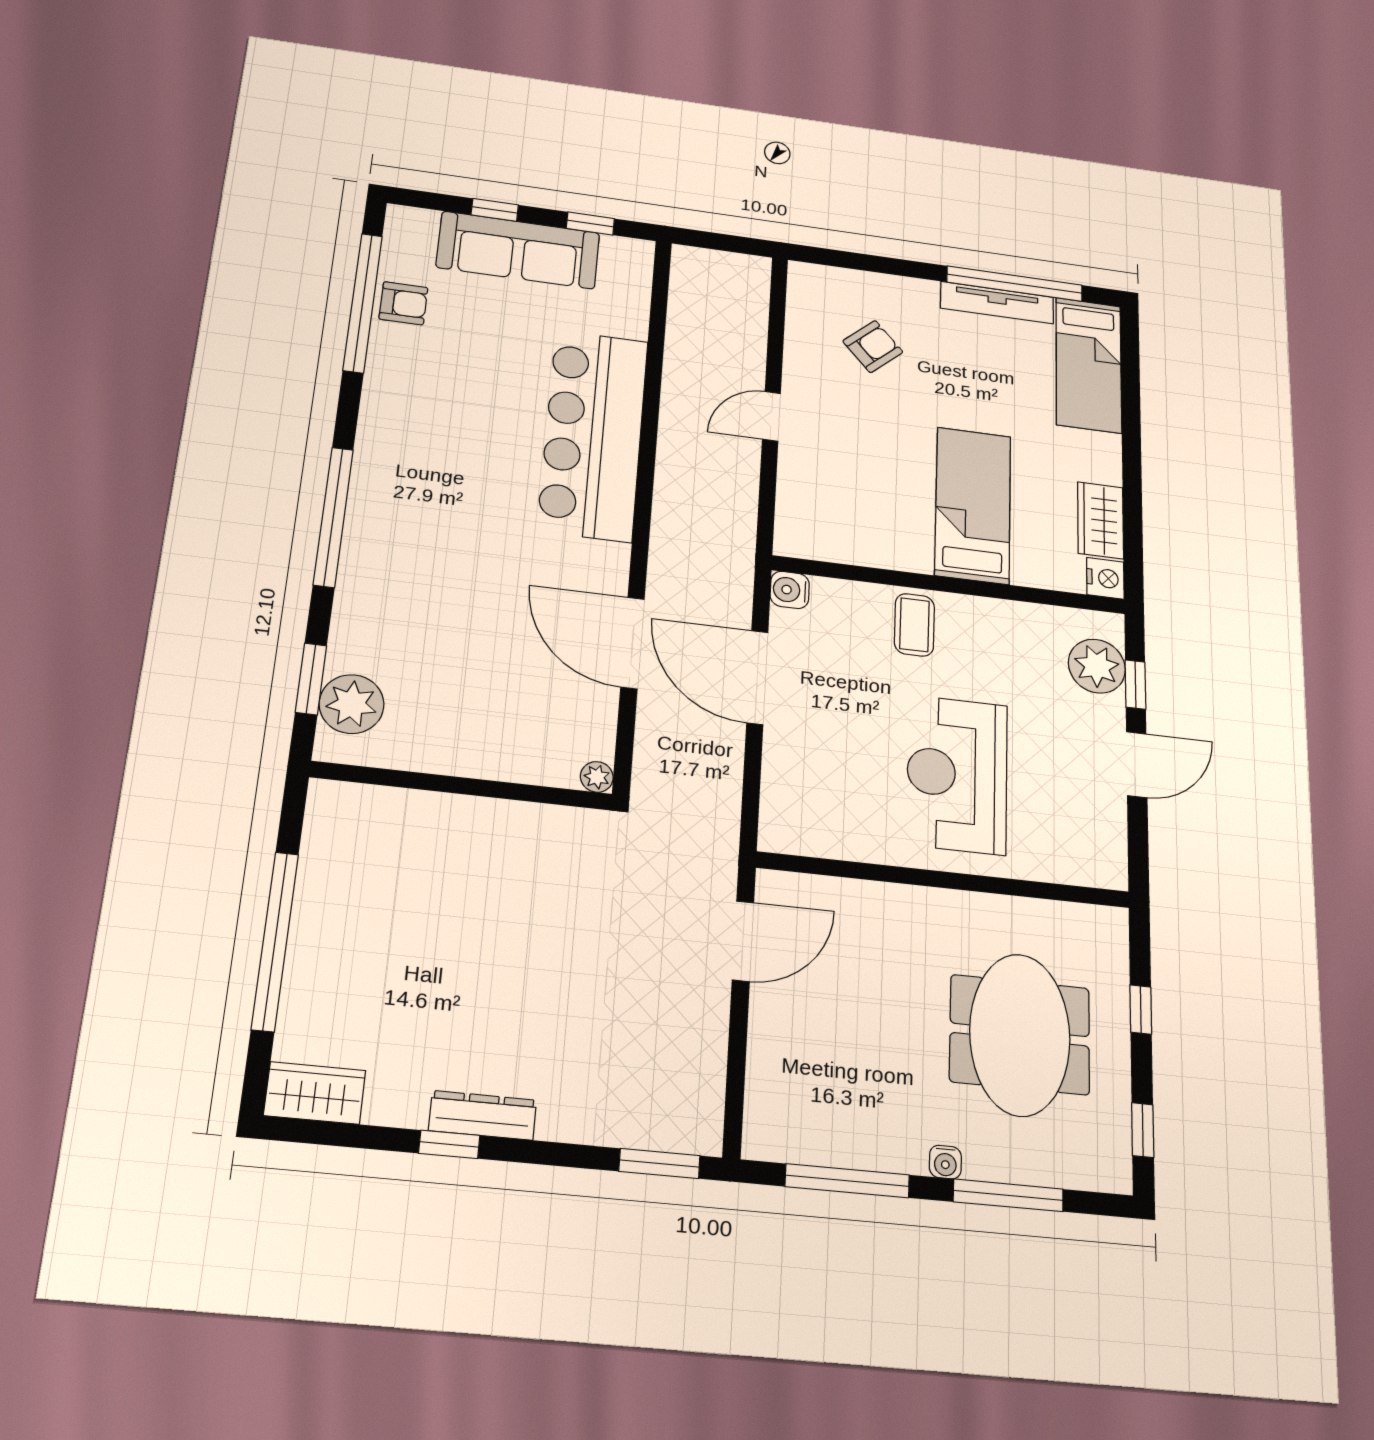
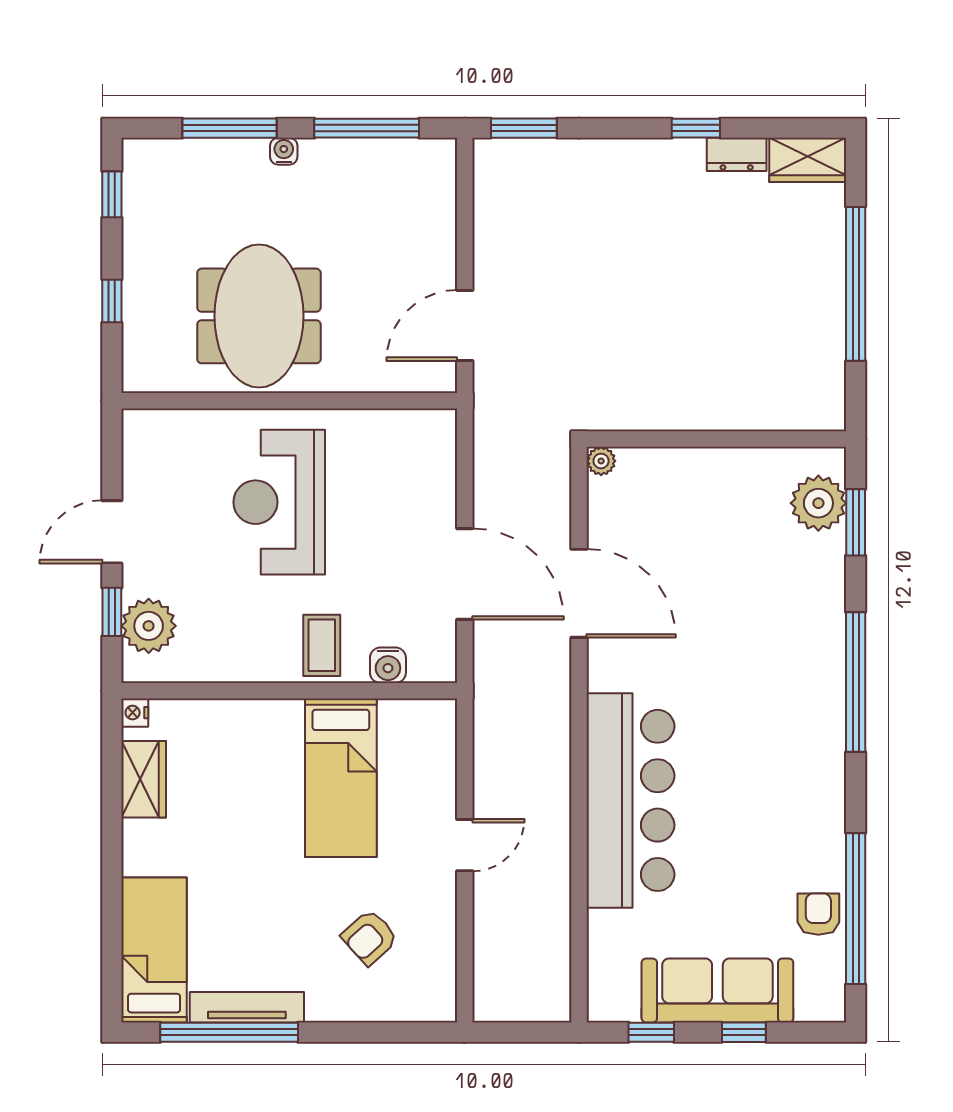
armchair: (403, 303) -> (818, 914), turned 90
bed: (973, 505) -> (341, 778), moved
nightstand: (1105, 578) -> (135, 713), width x0.72, depth x0.74
water cooler: (790, 590) -> (388, 665), moved, turned 90
reception desk: (957, 774) -> (279, 502), turned 180
meeting table: (1020, 1035) -> (259, 316), moved
dresser: (483, 1115) -> (737, 154), moved, width x0.70

